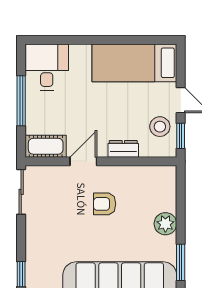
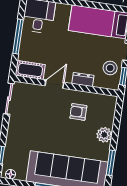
armchair: (105, 204) -> (78, 112), moved

